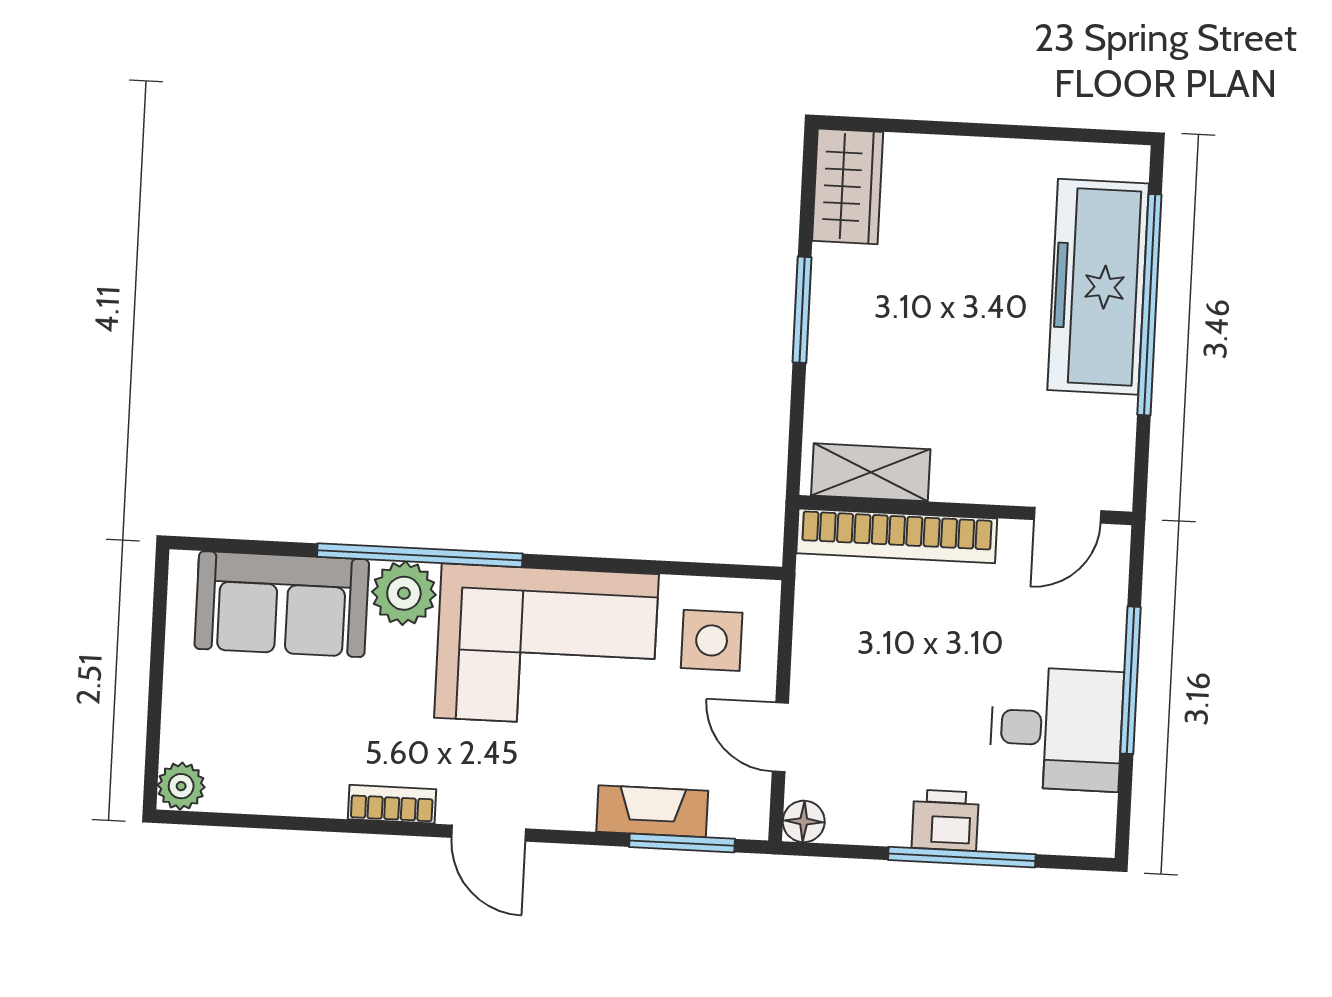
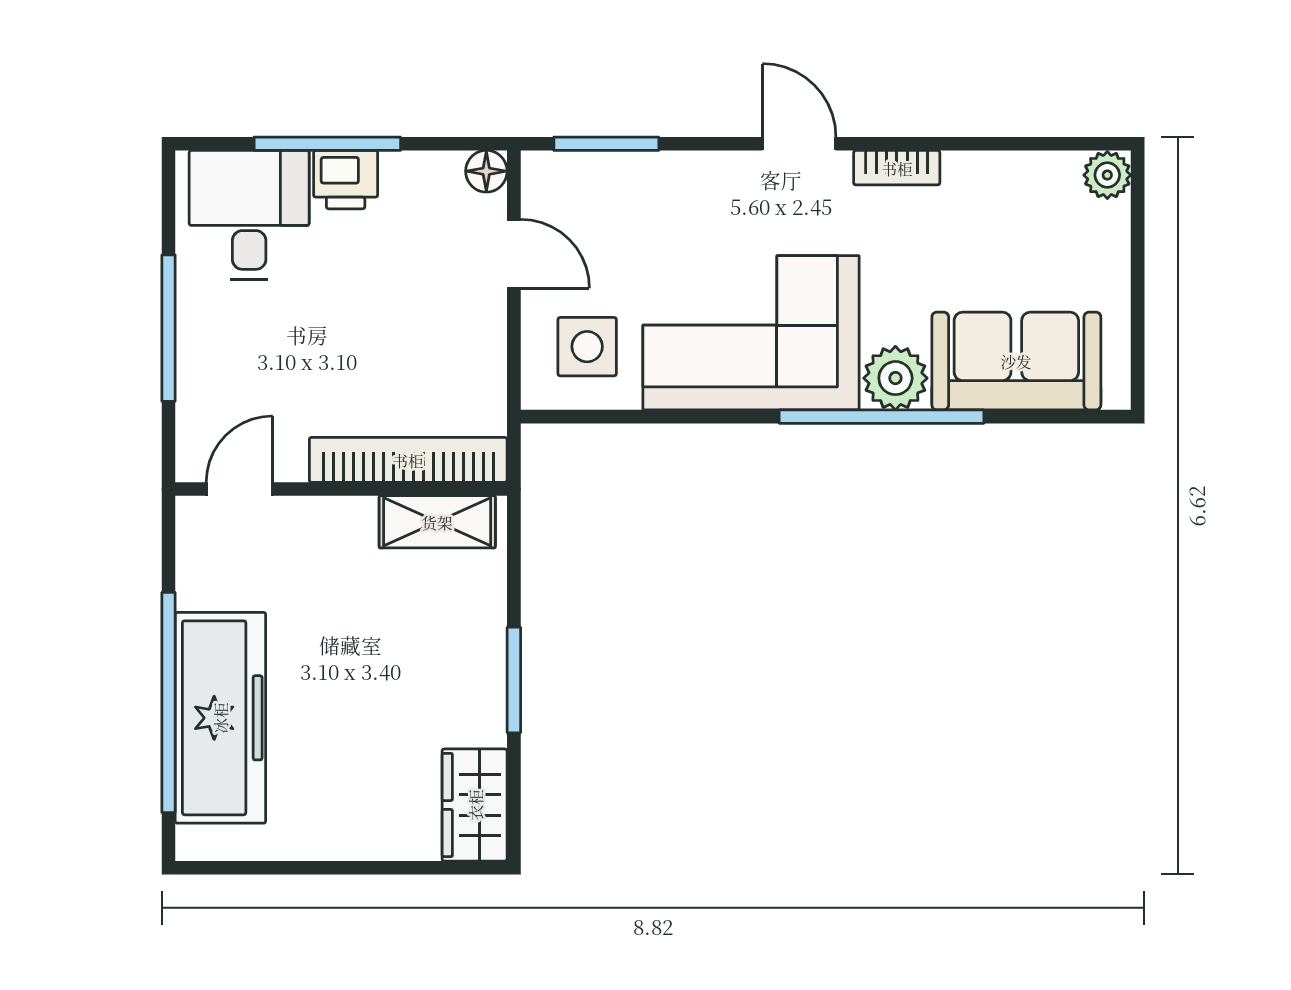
desk: (1056, 729) -> (249, 215), moved, turned 90
fireplace: (652, 811) -> (638, 174), removed

